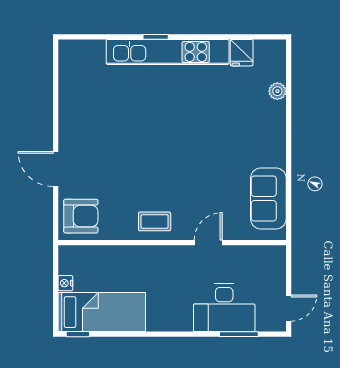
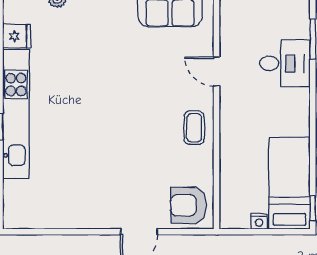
armchair: (81, 216) -> (188, 205), turned -90
desk: (224, 308) -> (285, 63), width x0.73

